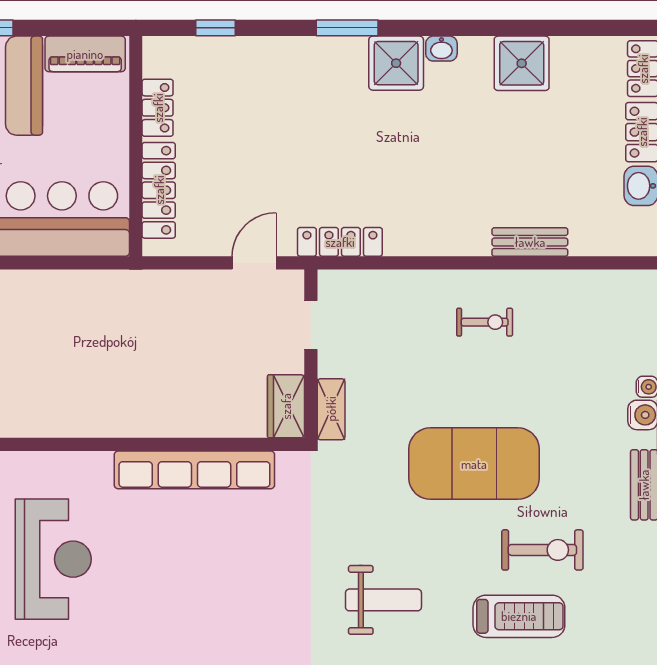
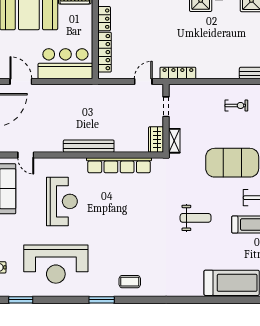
bench: (120, 422) -> (89, 146), added

